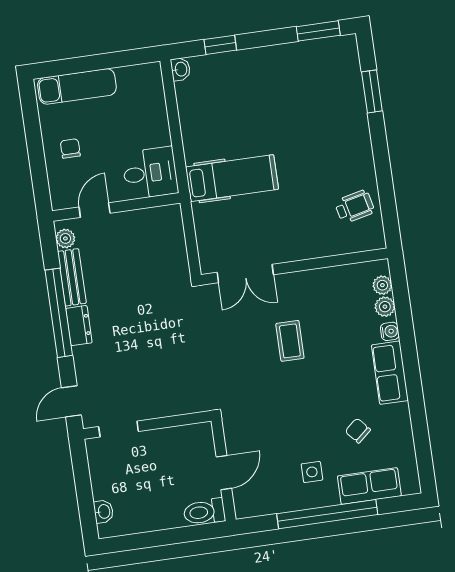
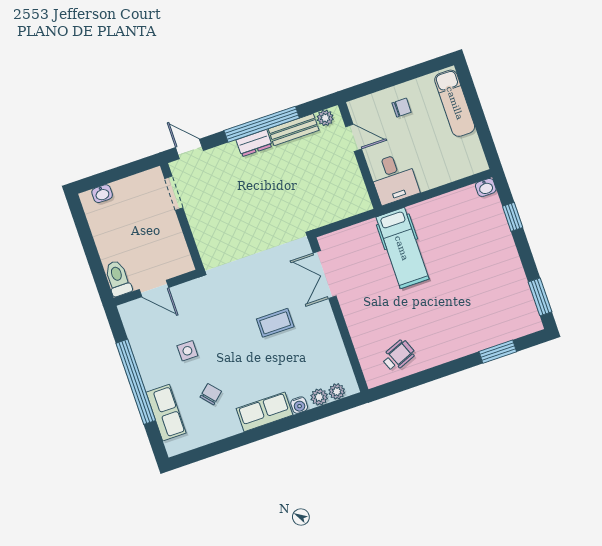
wheelchair: (355, 207) -> (398, 356), turned -99
side table: (312, 472) -> (187, 351), moved

